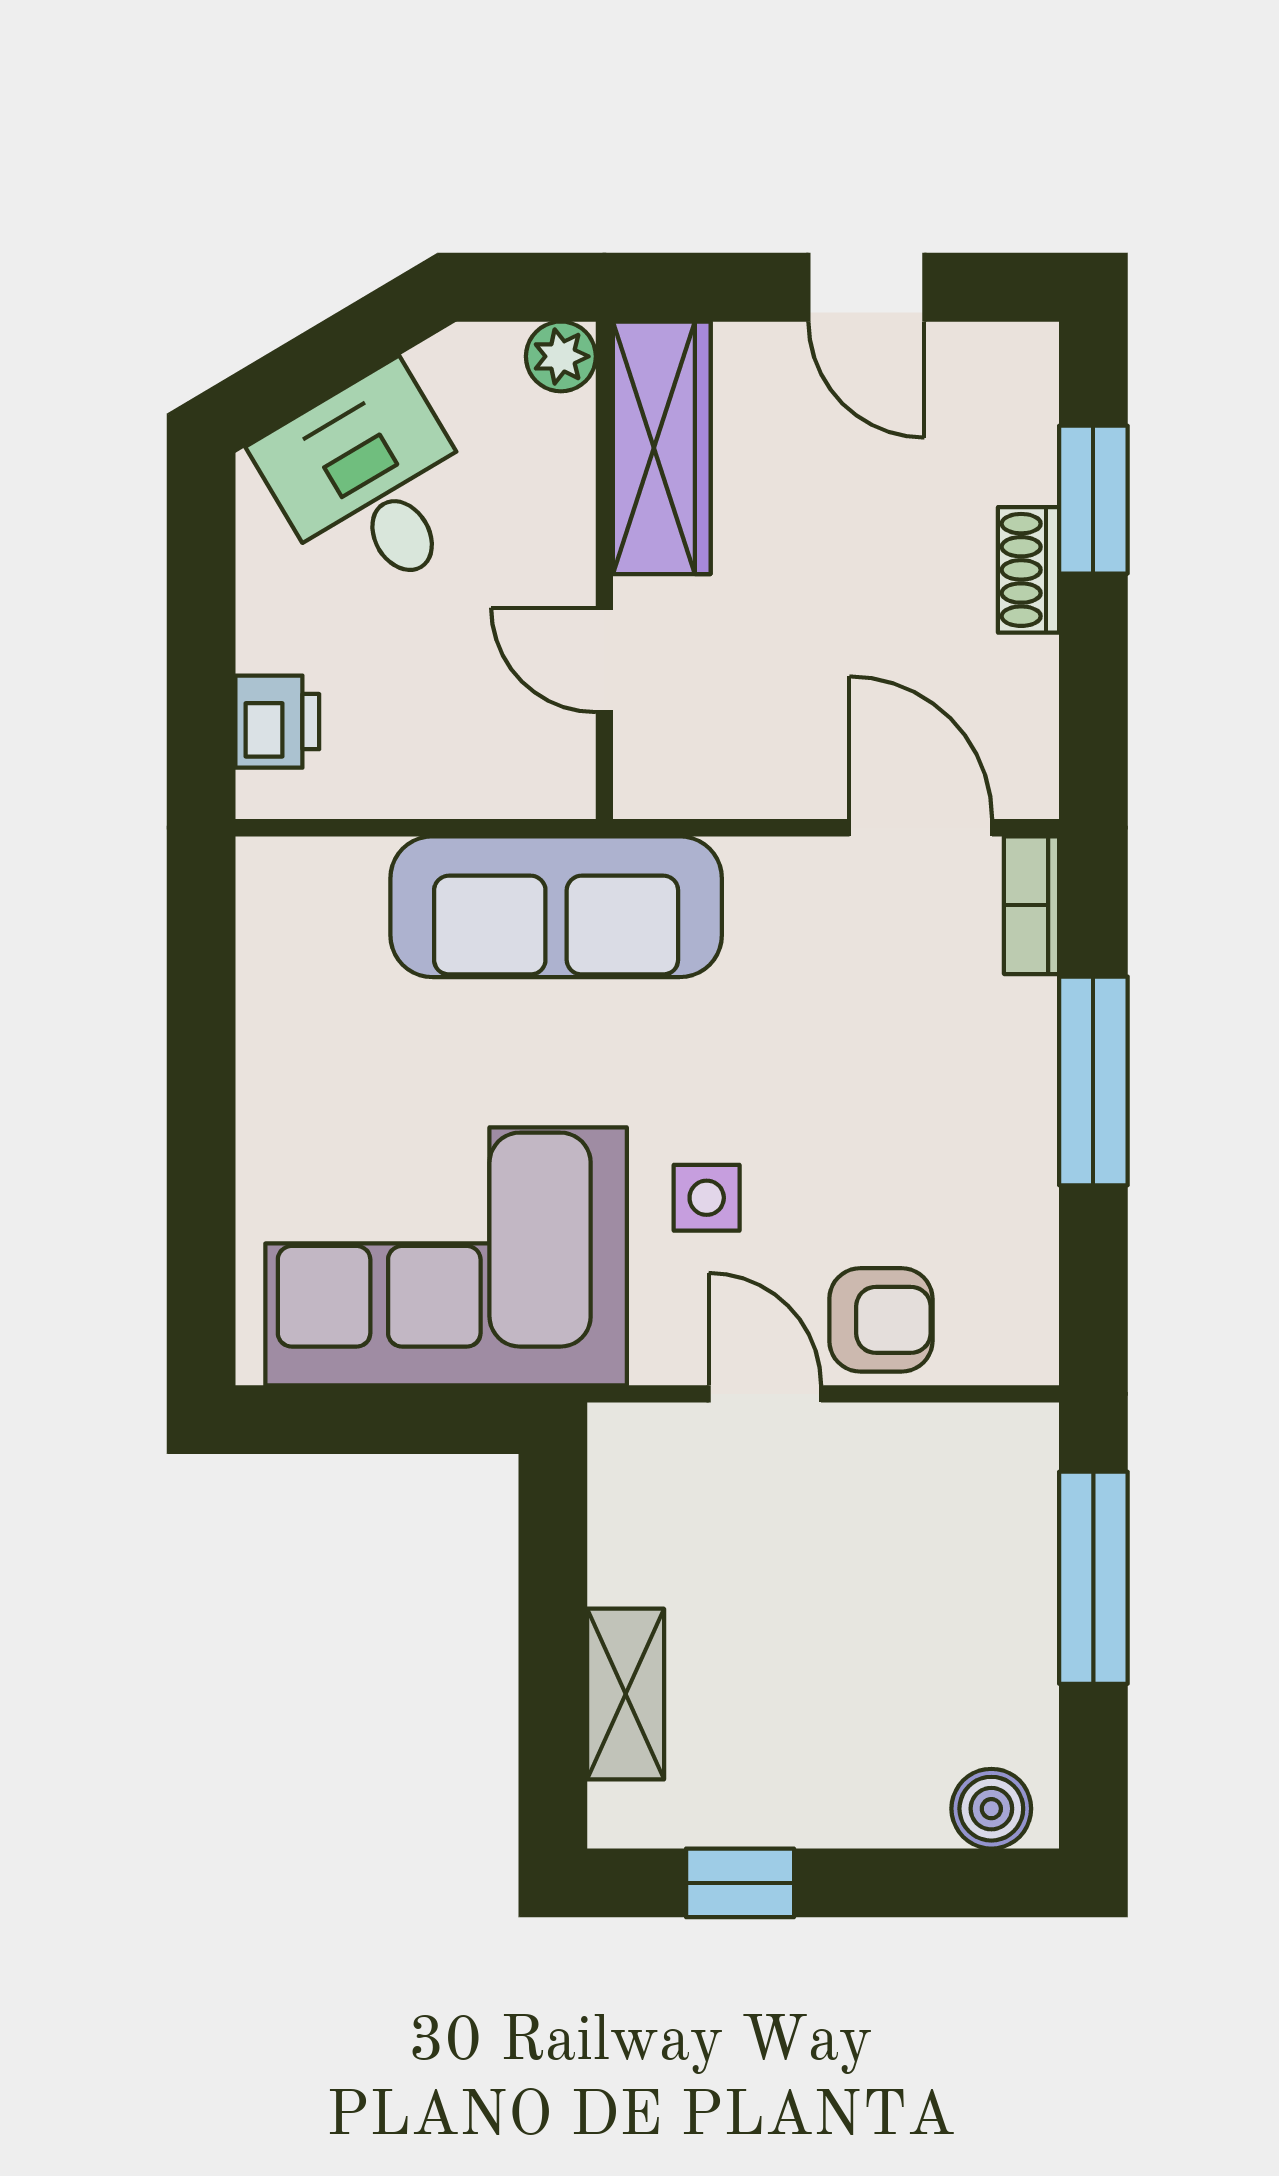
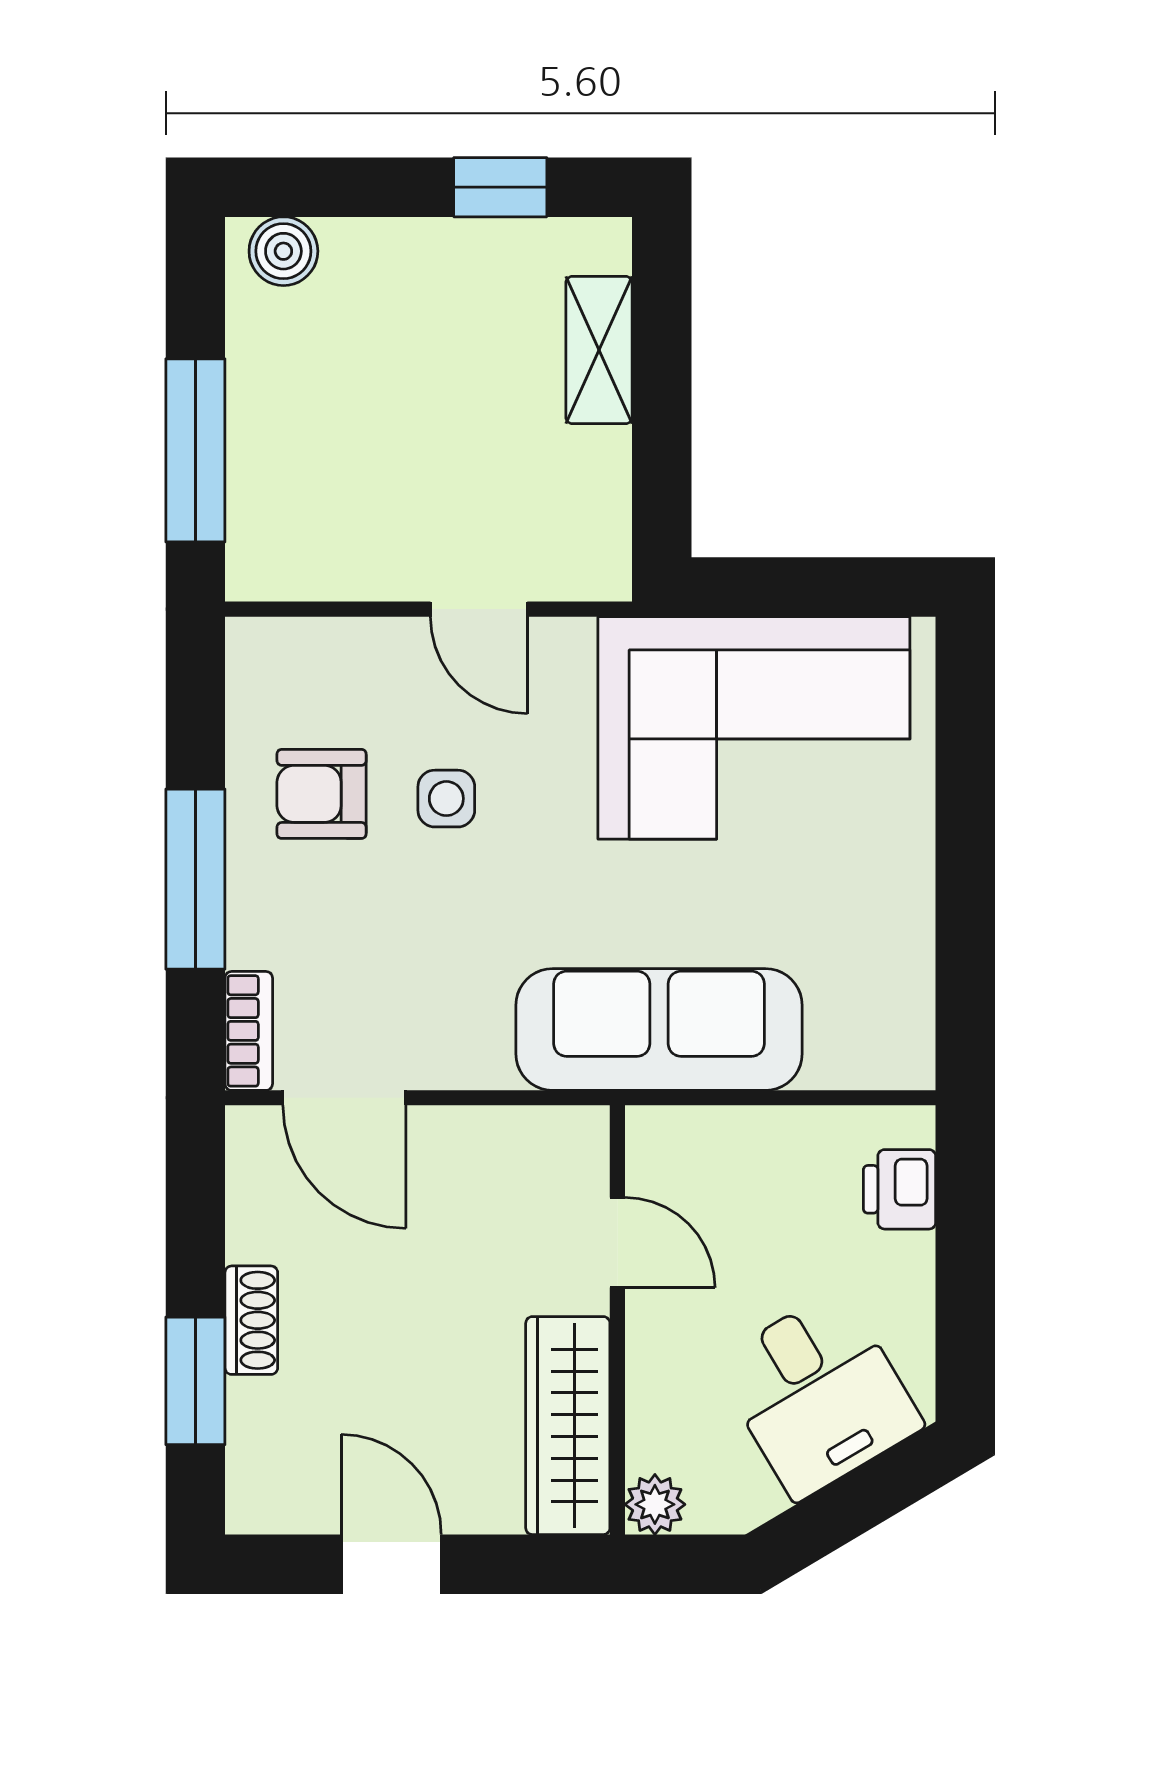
side table: (707, 1198) -> (446, 799), moved
armchair: (881, 1320) -> (322, 794), moved

